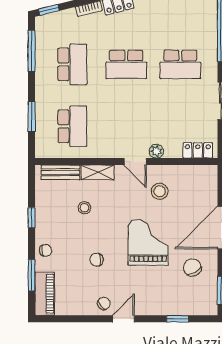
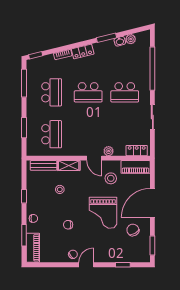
piano: (196, 175) -> (136, 167), added
grand piano: (148, 242) -> (103, 213), turned 180

